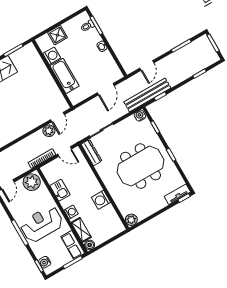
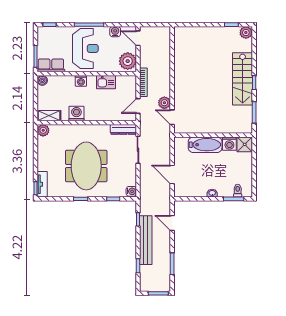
shower: (57, 35) -> (245, 144), moved
bench: (147, 95) -> (146, 240), moved
shelving: (81, 230) -> (49, 116), moved
water cooler: (45, 262) -> (115, 32), moved

